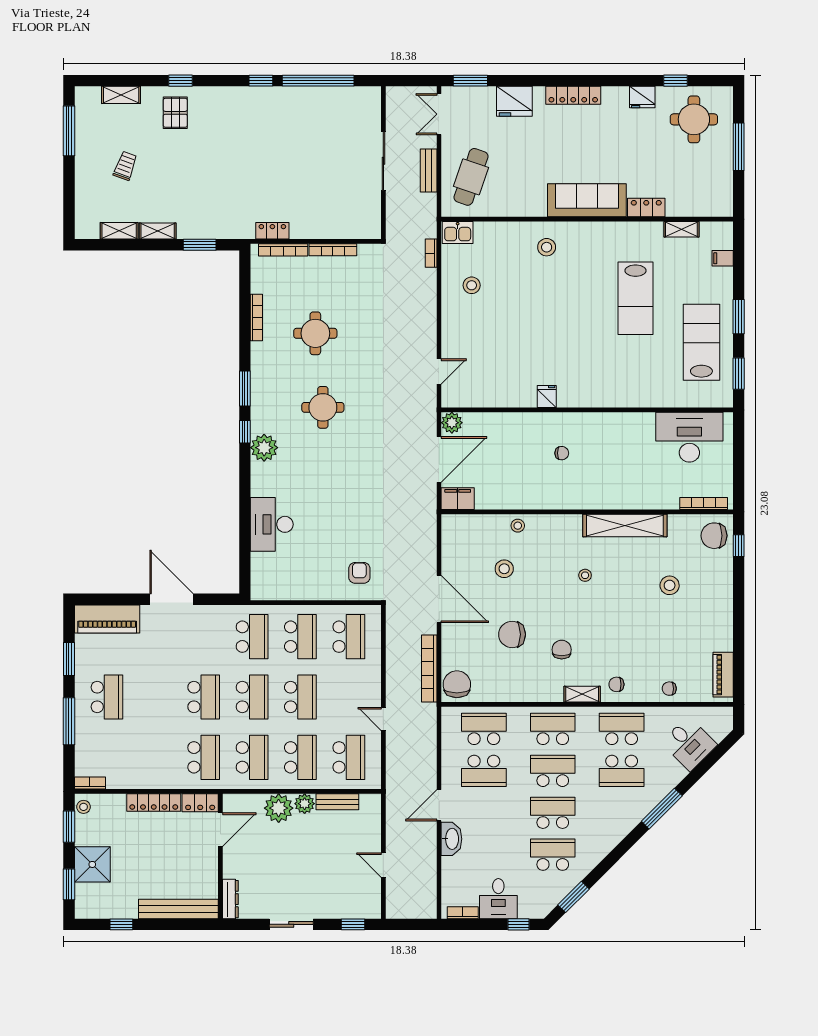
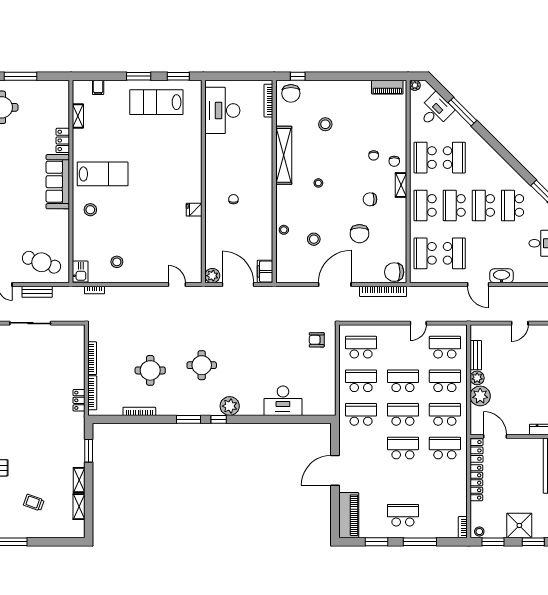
lab bench: (635, 298) -> (103, 174), moved
chair: (669, 689) -> (374, 155), moved
plant: (726, 714) -> (415, 85), added
window: (662, 809) -> (462, 112), moved

